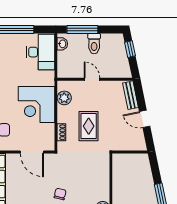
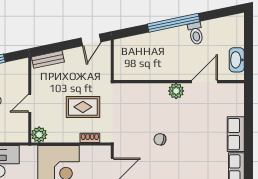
plant: (64, 98) -> (39, 135), moved
door: (145, 119) -> (91, 40), moved

